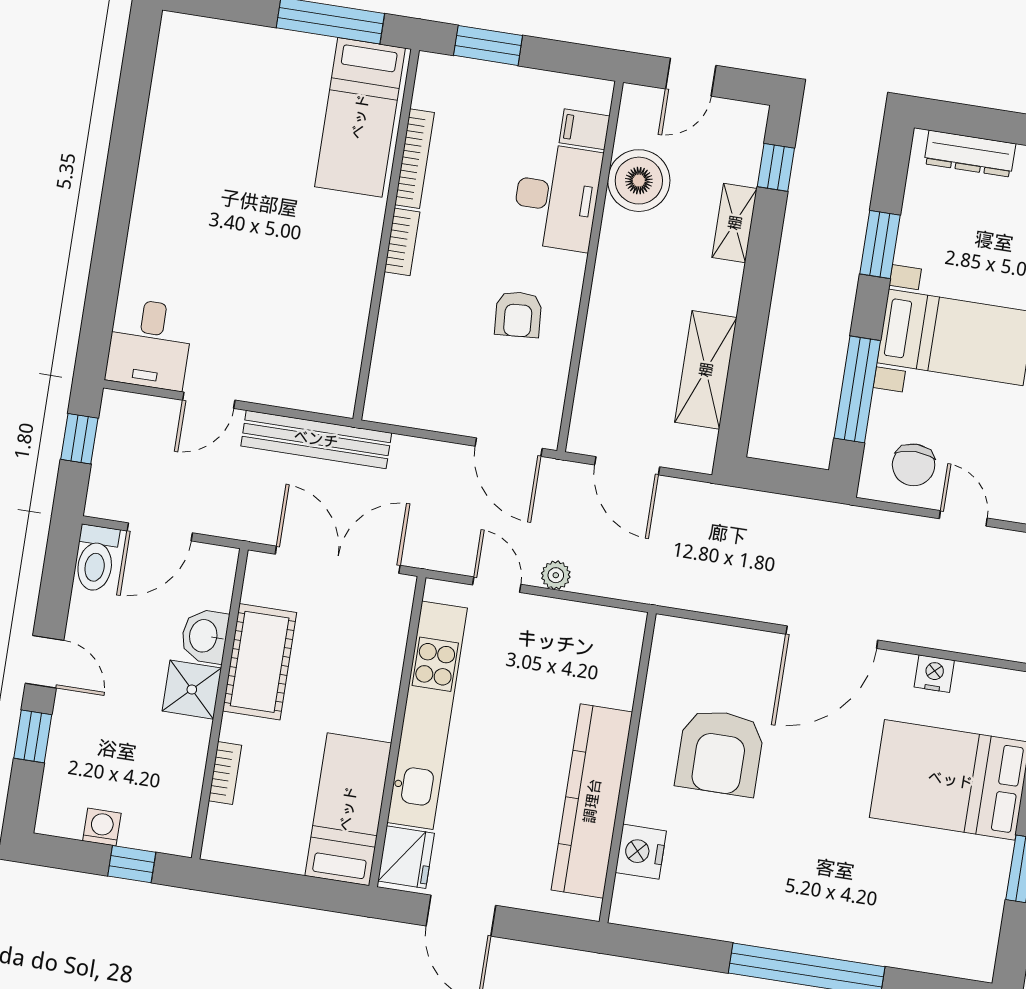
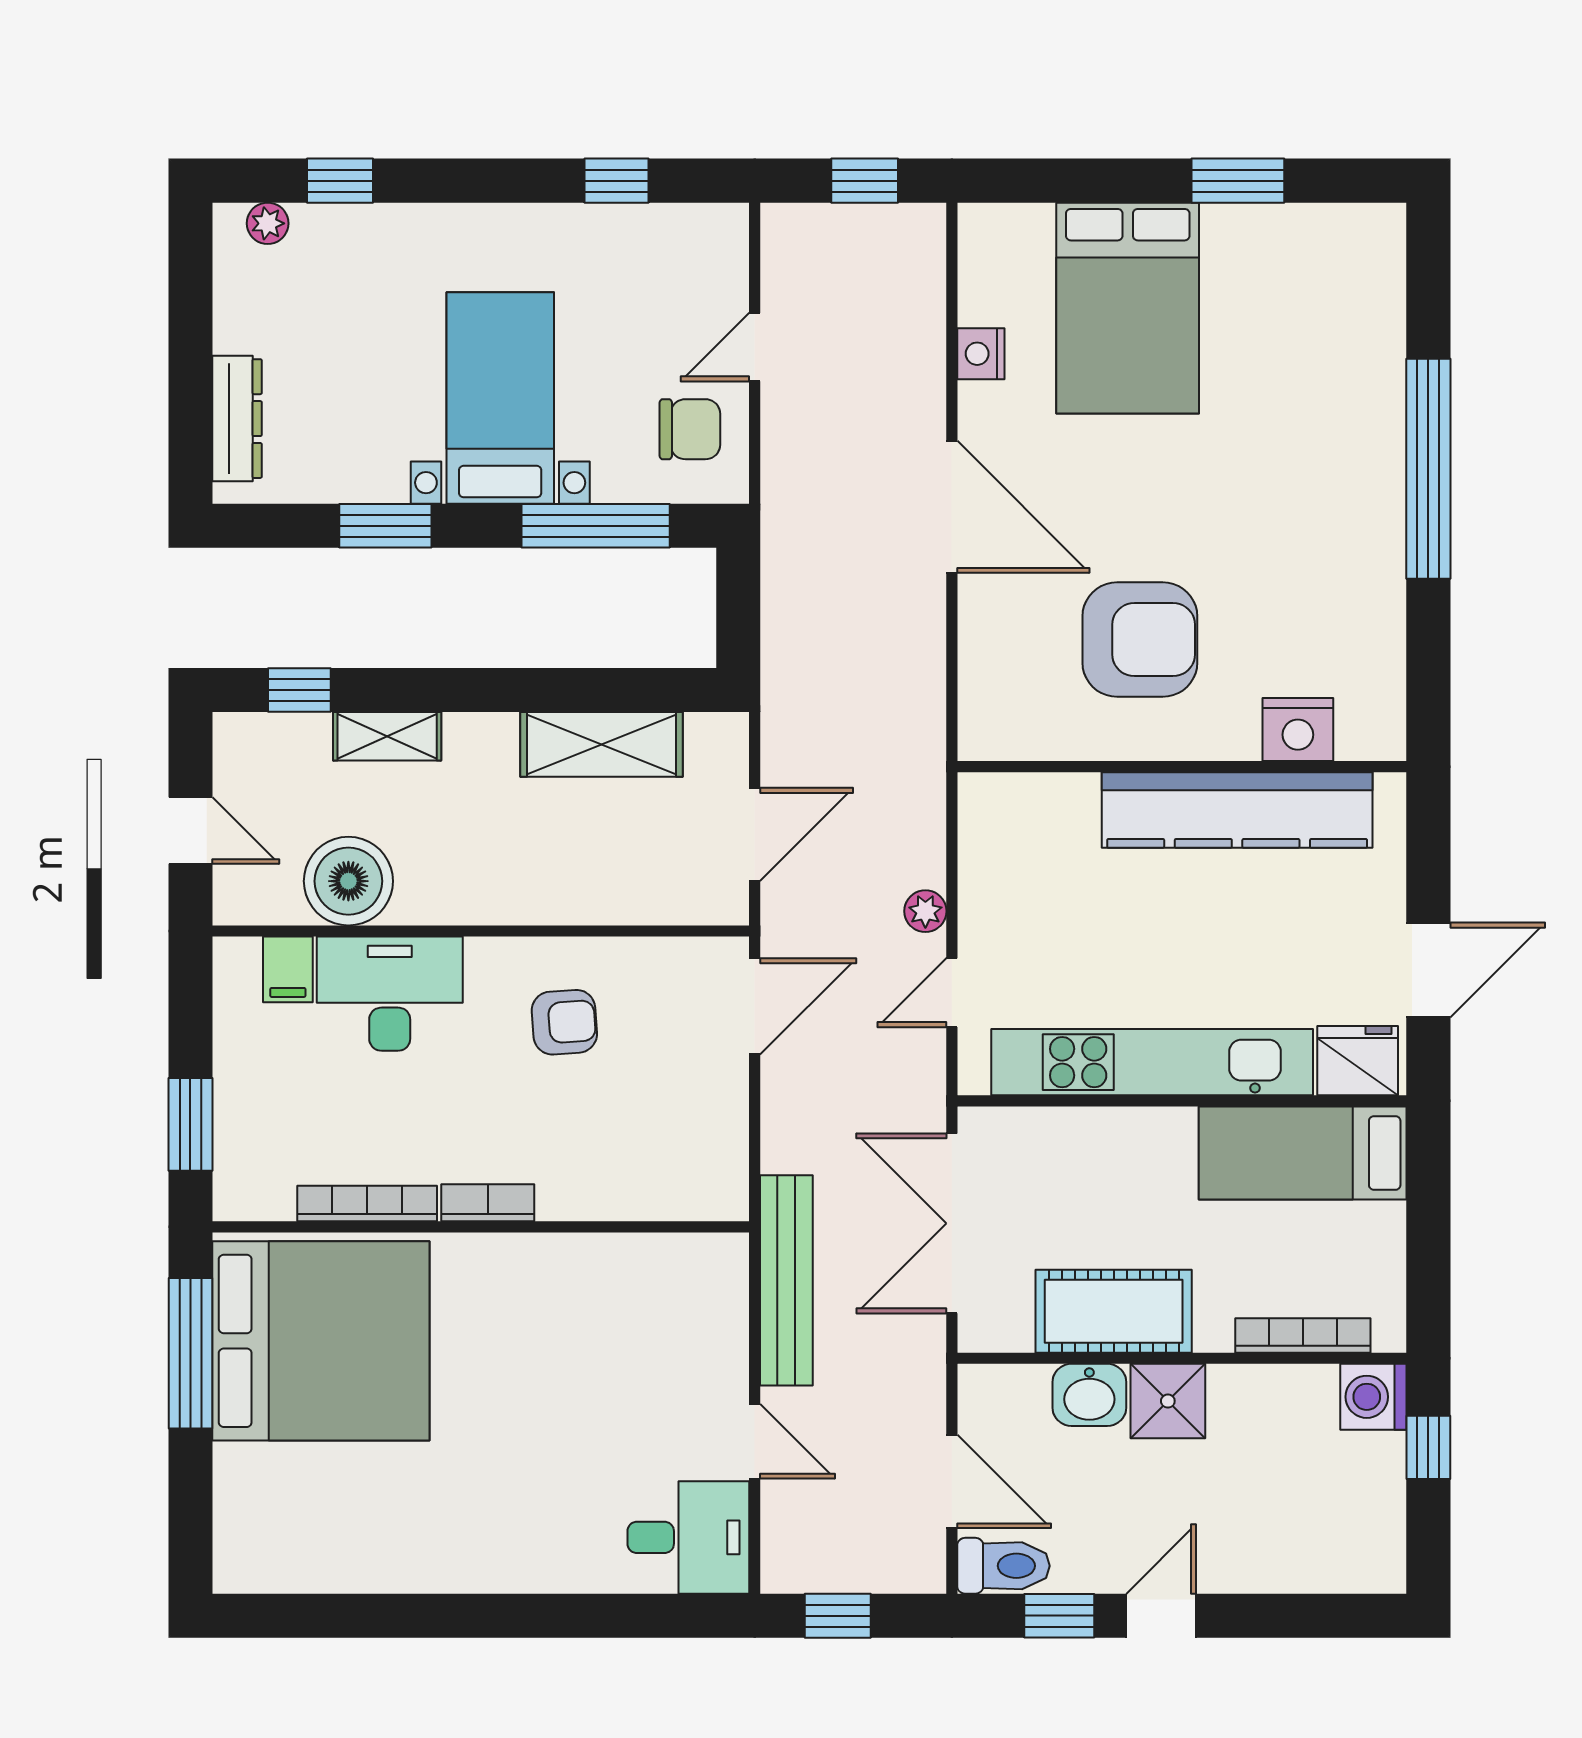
bed: (360, 117) -> (321, 1341), width x2.04
window: (33, 736) -> (1059, 1616), moved
bookcase: (225, 773) -> (1303, 1335), width x1.56
washing machine: (102, 827) -> (1373, 1397), moved, width x1.38, depth x1.38

